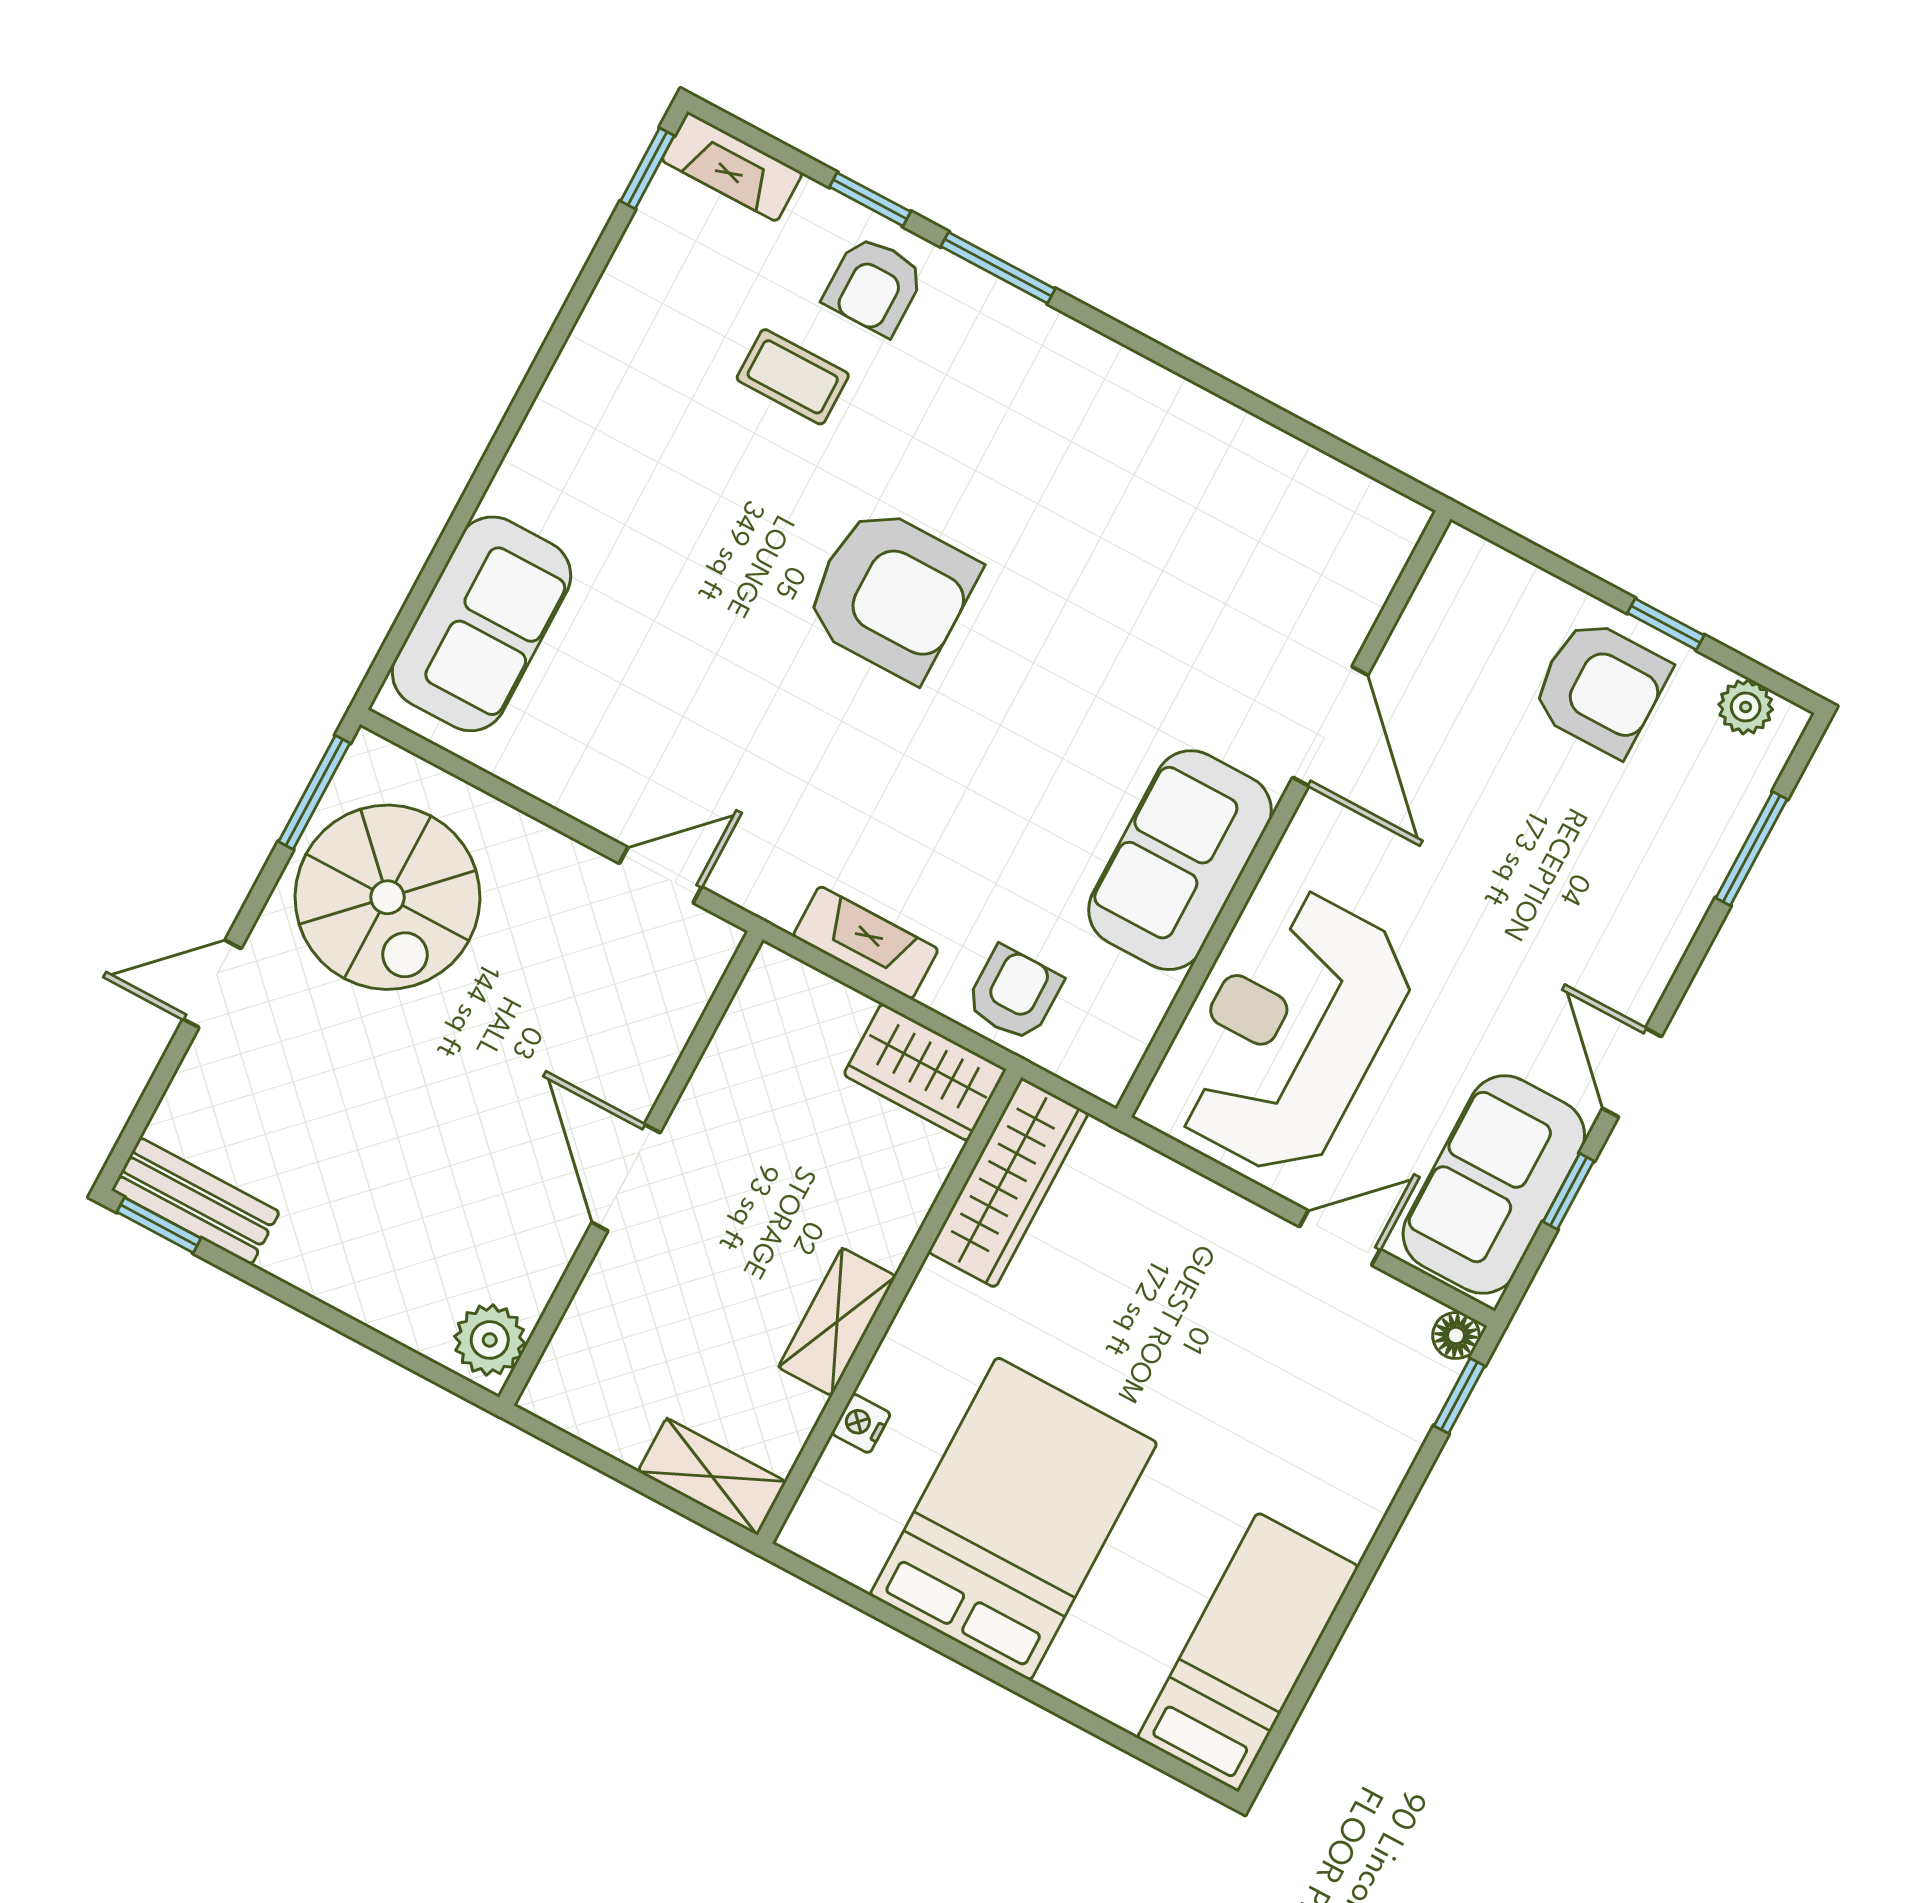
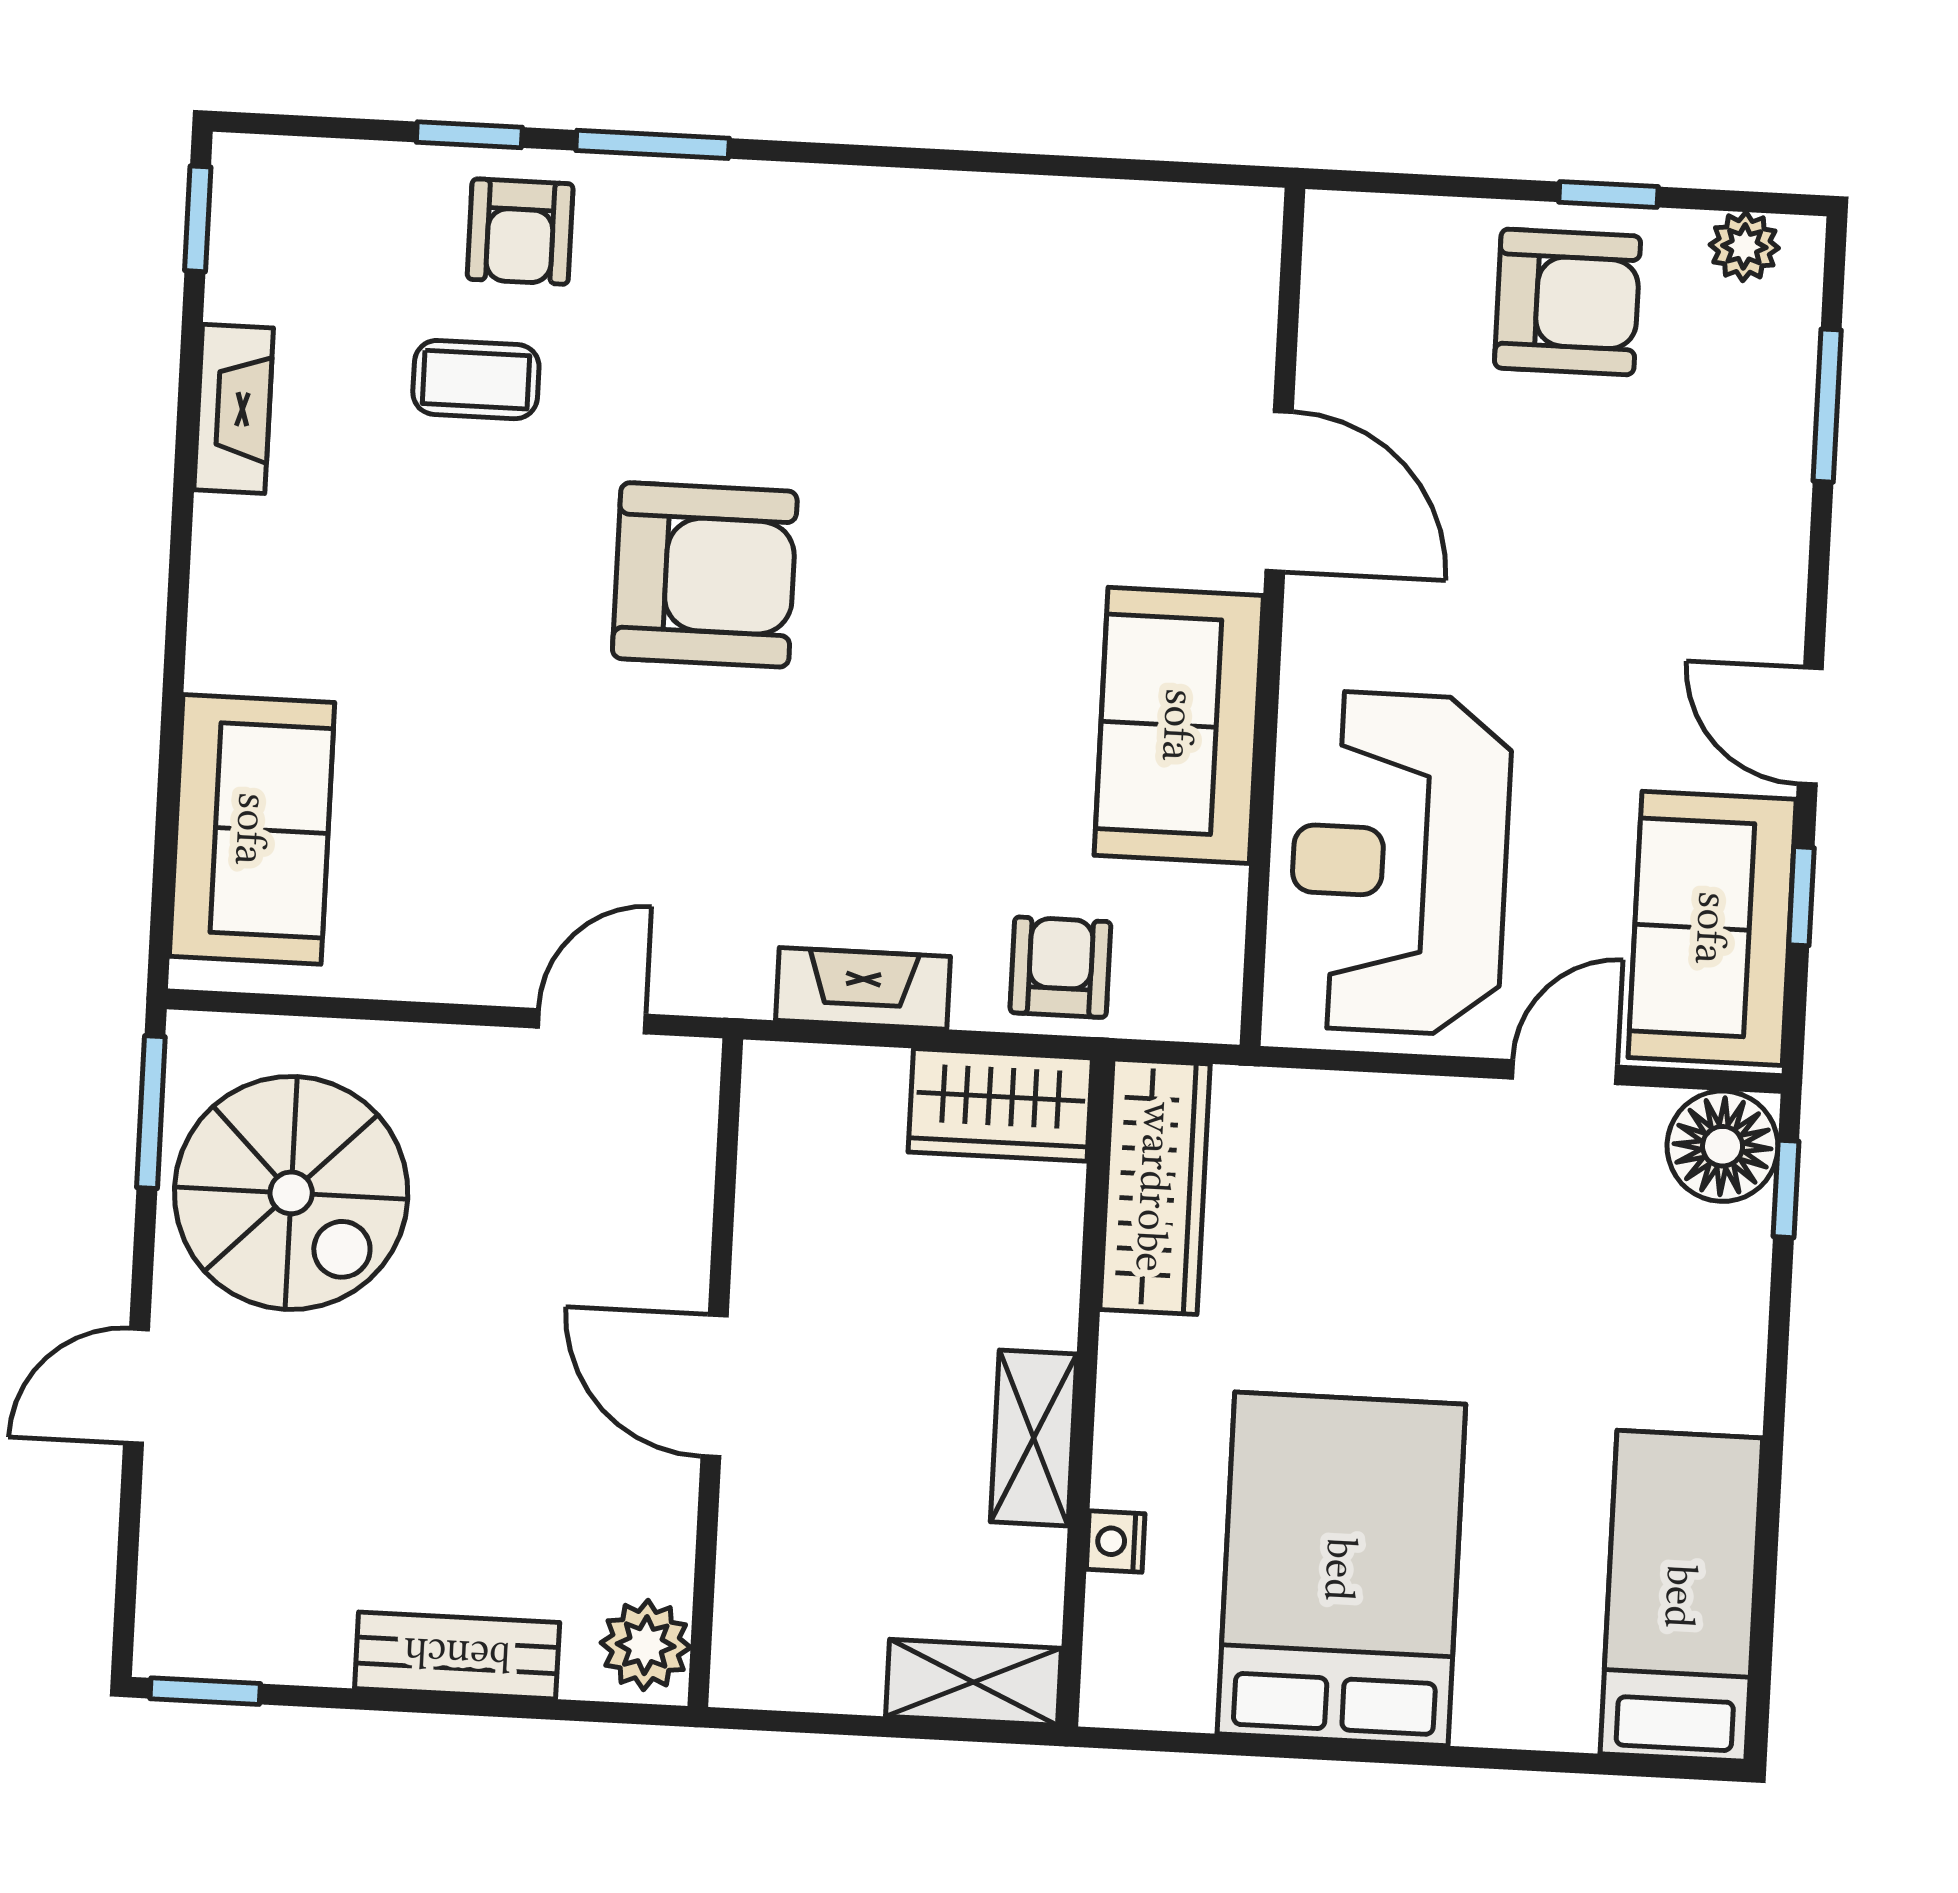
fireplace: (732, 167) -> (234, 409), moved, turned -90
bench: (195, 1201) -> (457, 1655), moved
floor lamp: (1456, 1335) -> (1723, 1146), width x1.89, depth x1.89

